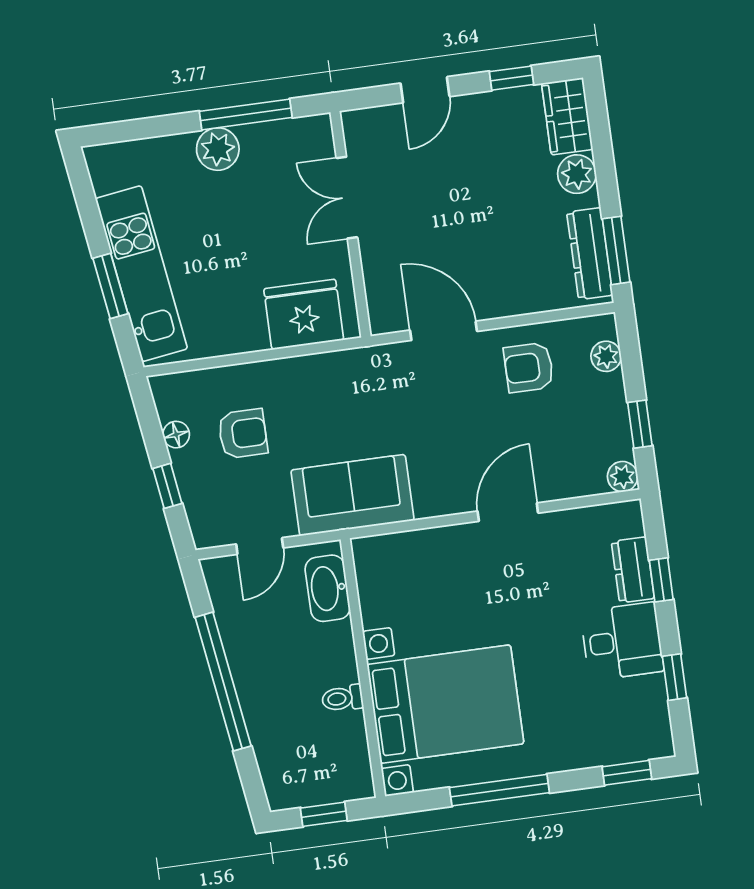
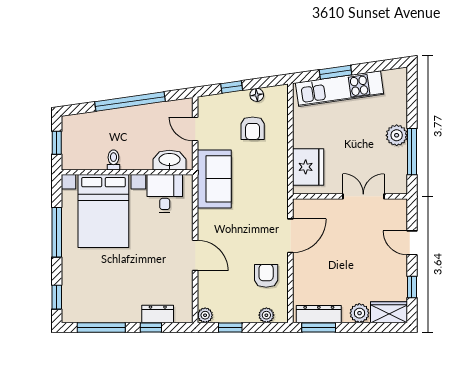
desk: (622, 641) -> (165, 194), moved, turned 180
window: (675, 677) -> (101, 327), width x2.17

